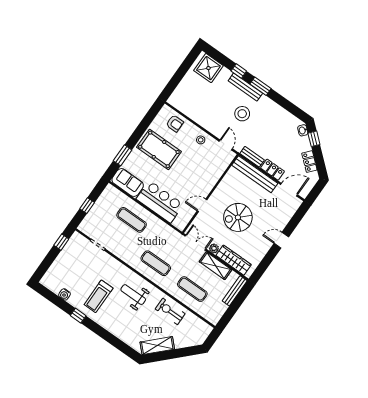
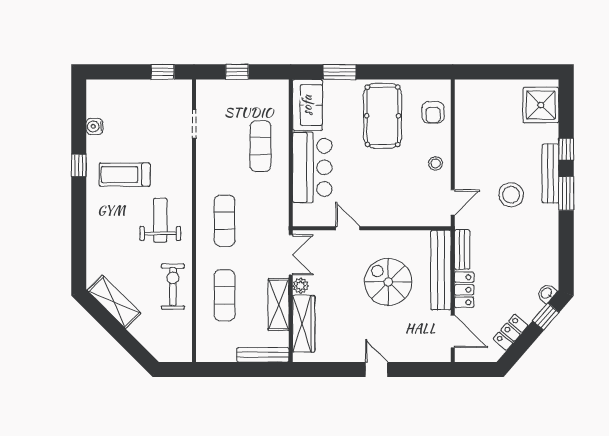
spiral stairs: (238, 217) -> (388, 282), moved

